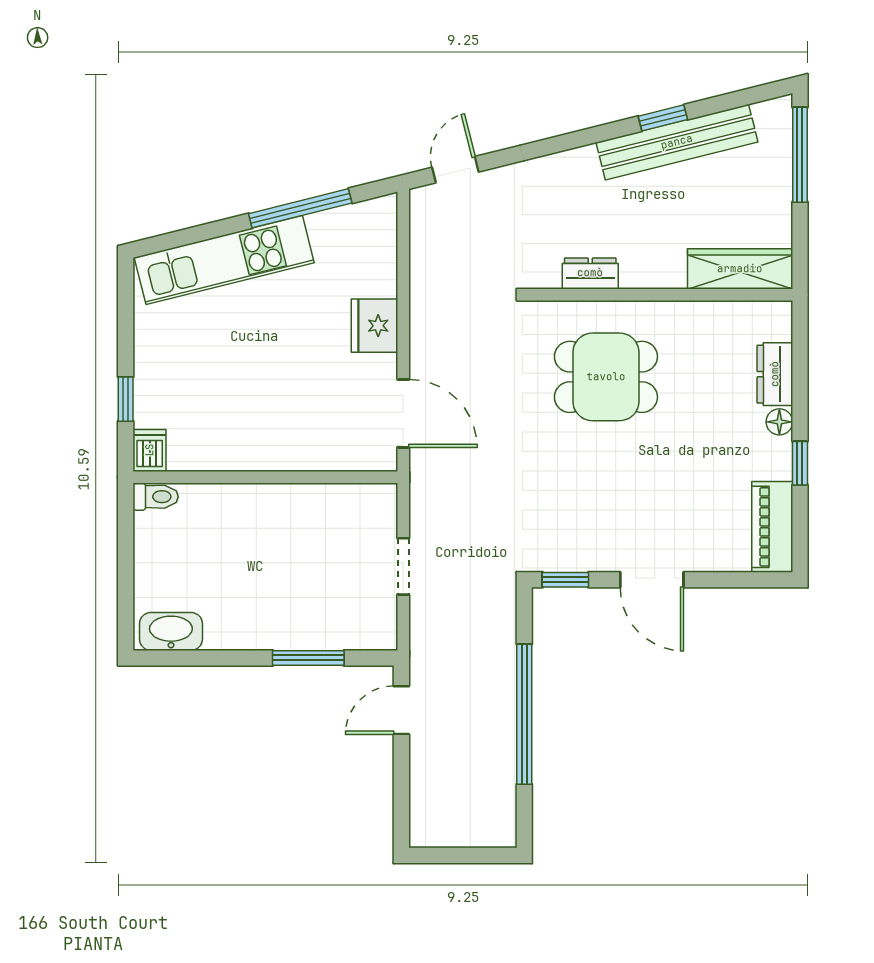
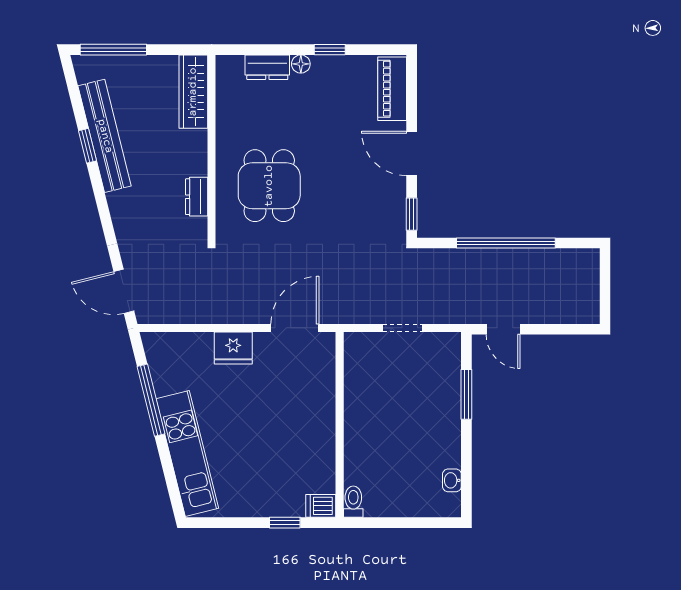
door: (455, 170) -> (124, 291), width x1.38
piano: (772, 527) -> (392, 89), moved, turned 90
door: (652, 580) -> (412, 153), swing flipped
washbasin: (171, 631) -> (452, 480), width x0.52, depth x0.69

